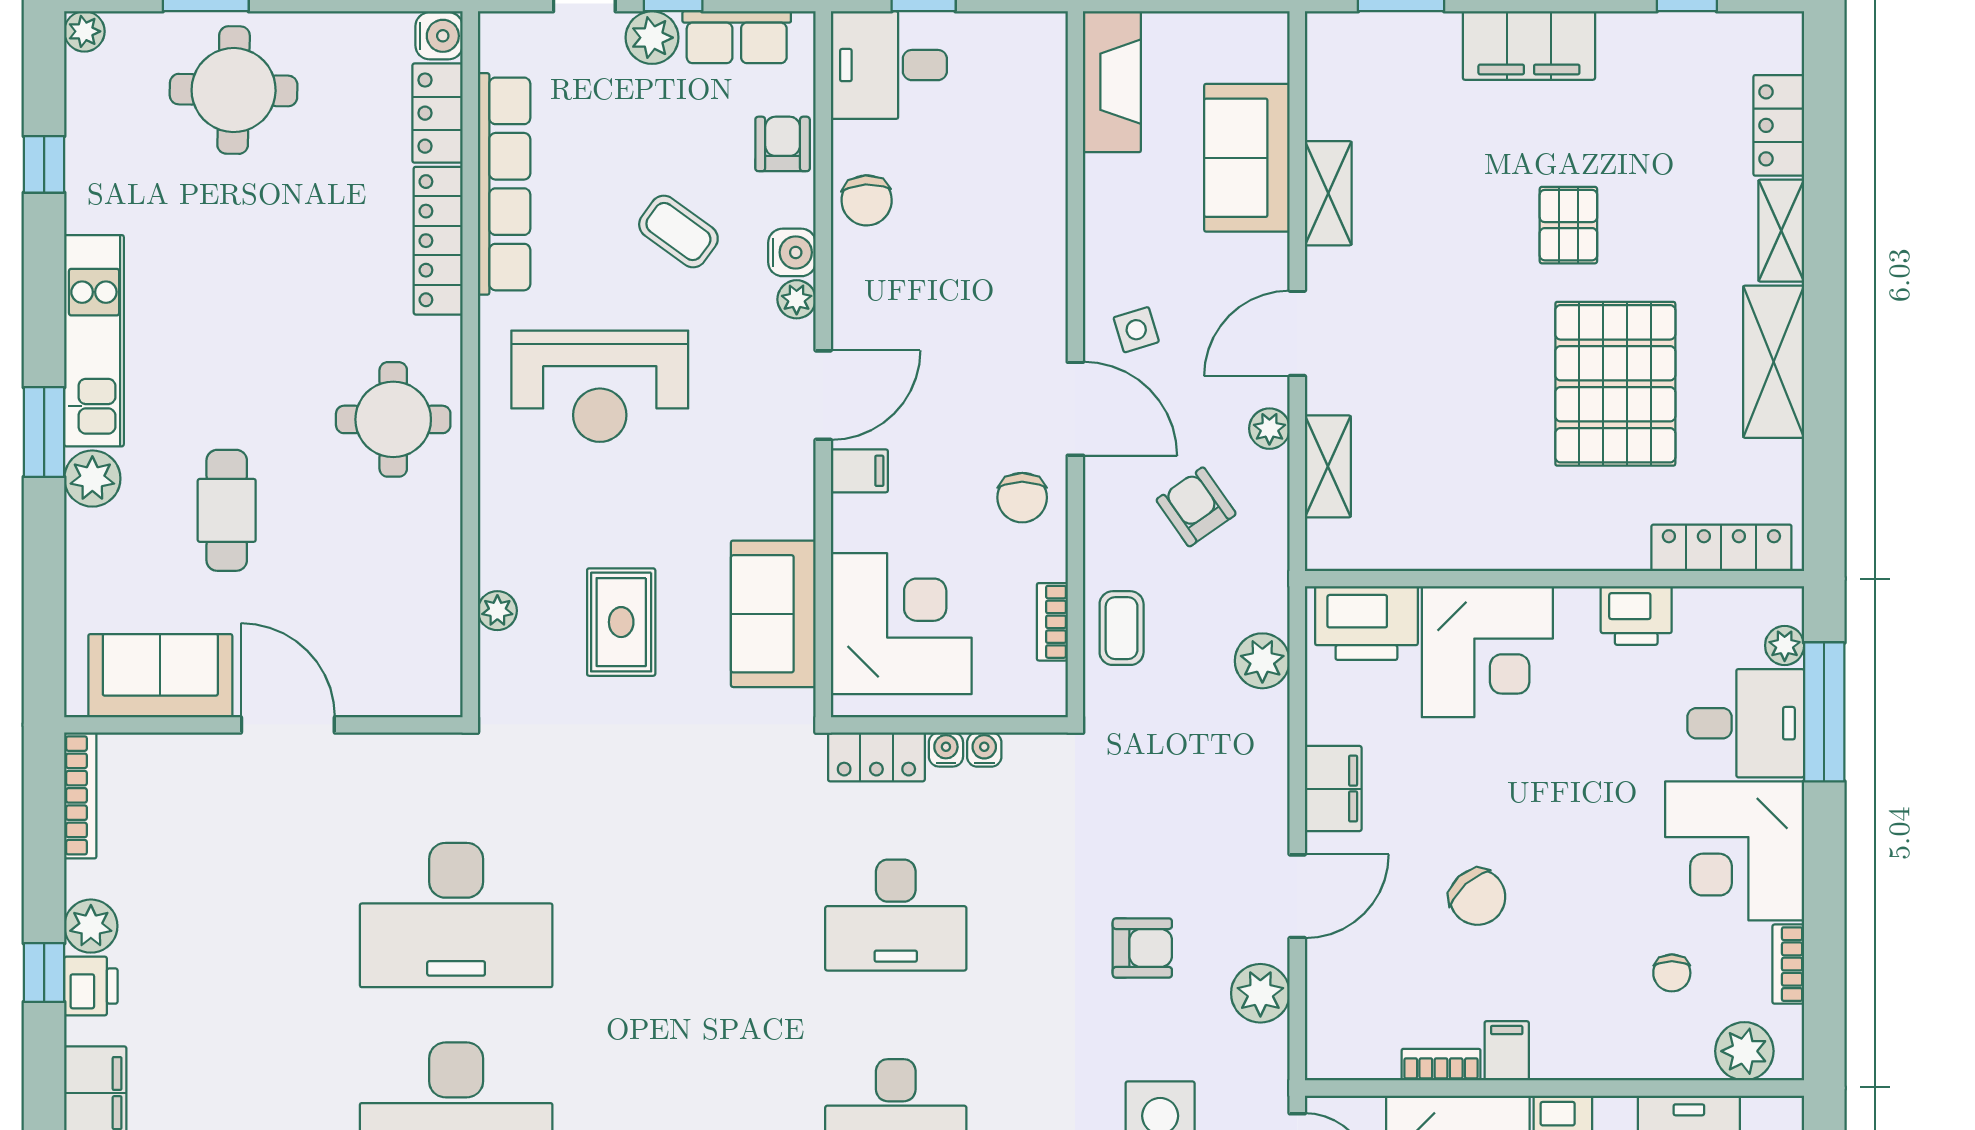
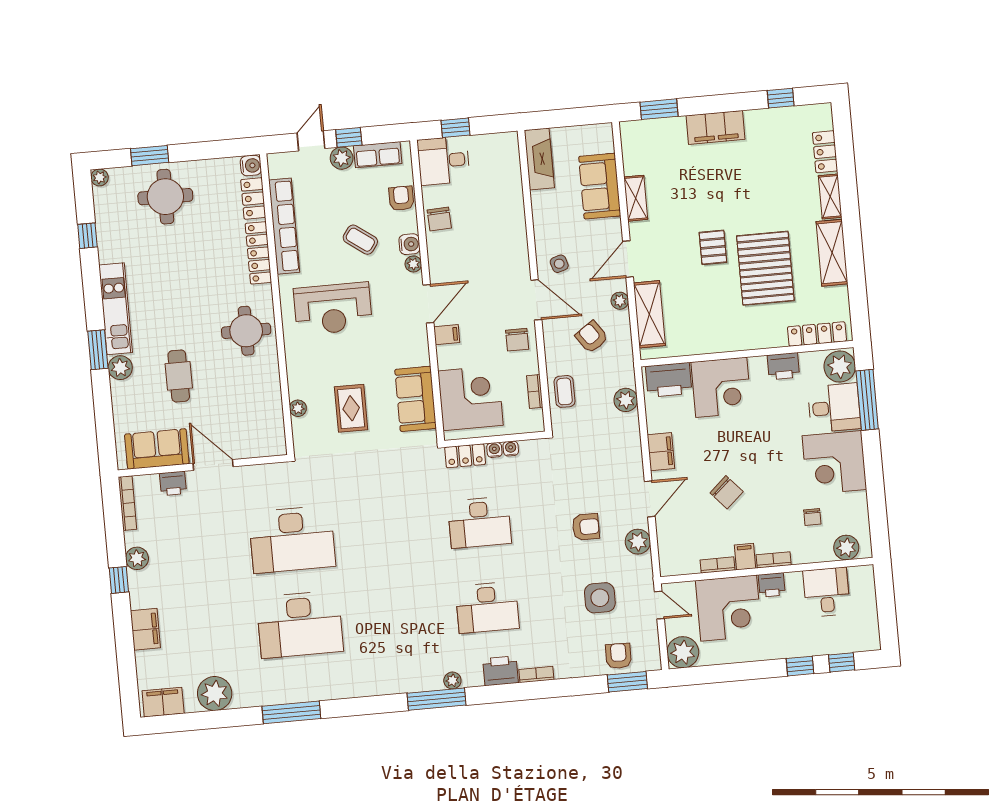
pallet: (1568, 225) -> (713, 247), moved
shelving: (1328, 466) -> (649, 314), width x1.50, depth x1.33
plant: (1785, 645) -> (840, 367), width x1.87, depth x1.87
bookcase: (1788, 964) -> (774, 560), moved, turned 90
printer: (91, 986) -> (173, 483), moved, turned 90

